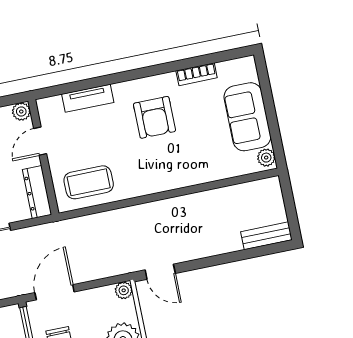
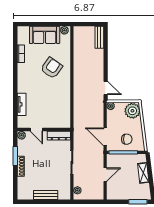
armchair: (154, 117) -> (52, 68), moved, turned -55
coffee table: (89, 182) -> (59, 112), removed
door: (160, 272) -> (106, 88), hinge flipped

